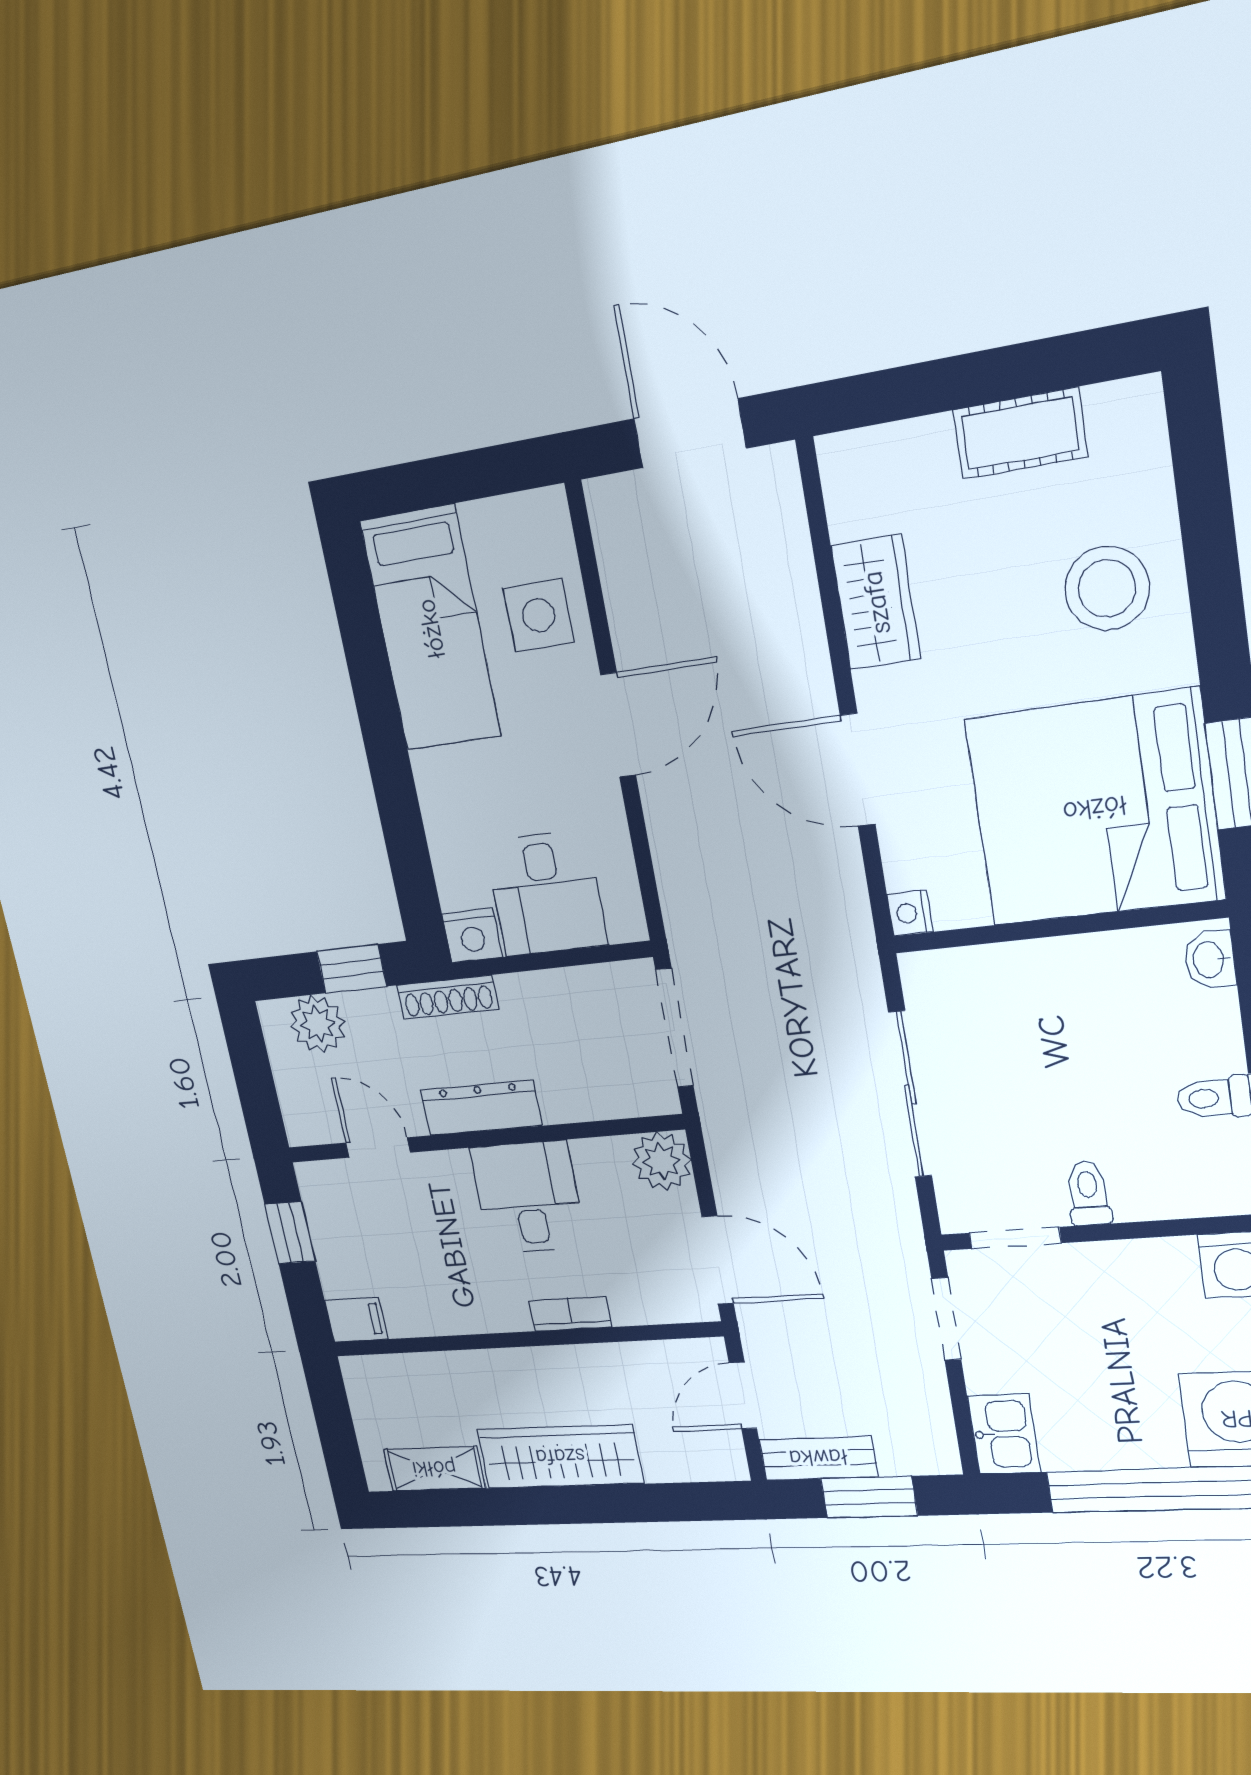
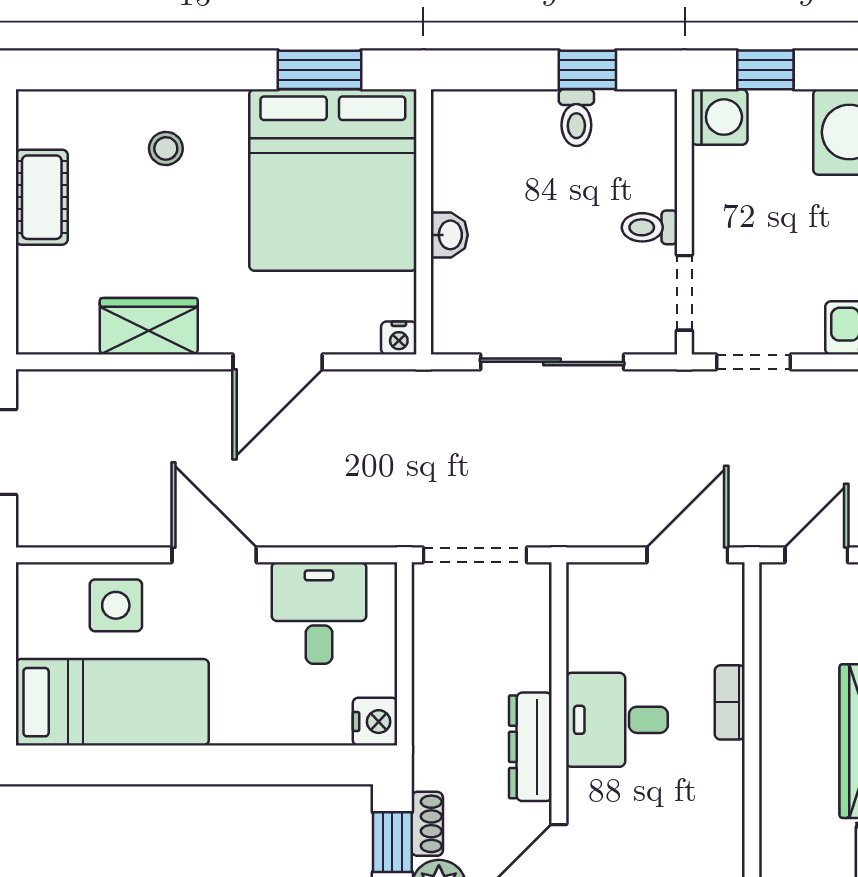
stool: (1107, 588) -> (166, 148), width x0.53, depth x0.53
desk: (546, 893) -> (319, 613), moved, turned -90
washbasin: (1210, 960) -> (449, 235), moved, turned -90
shoe rack: (448, 997) -> (427, 824), moved, width x0.70
plant: (662, 1161) -> (593, 589), removed
door: (743, 1396) -> (816, 555), swing flipped

